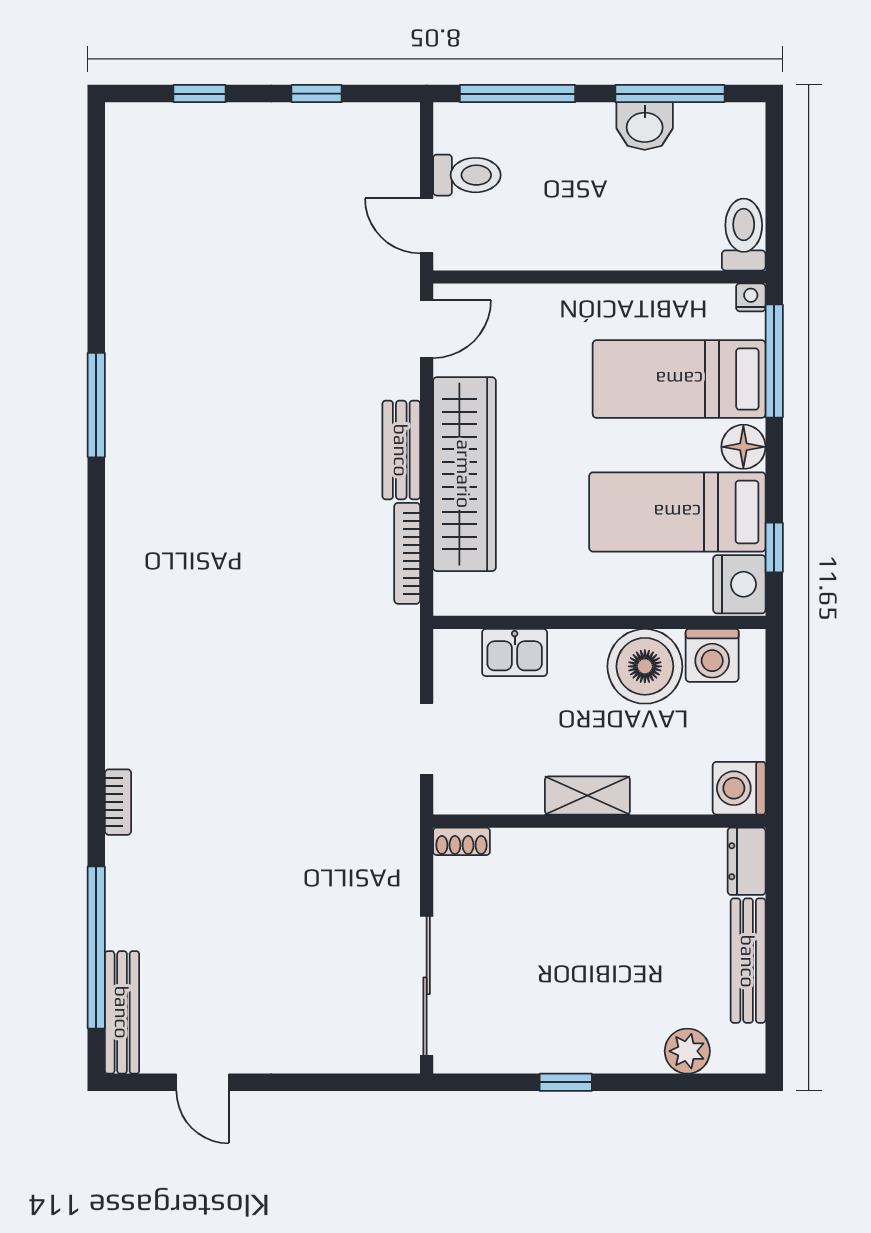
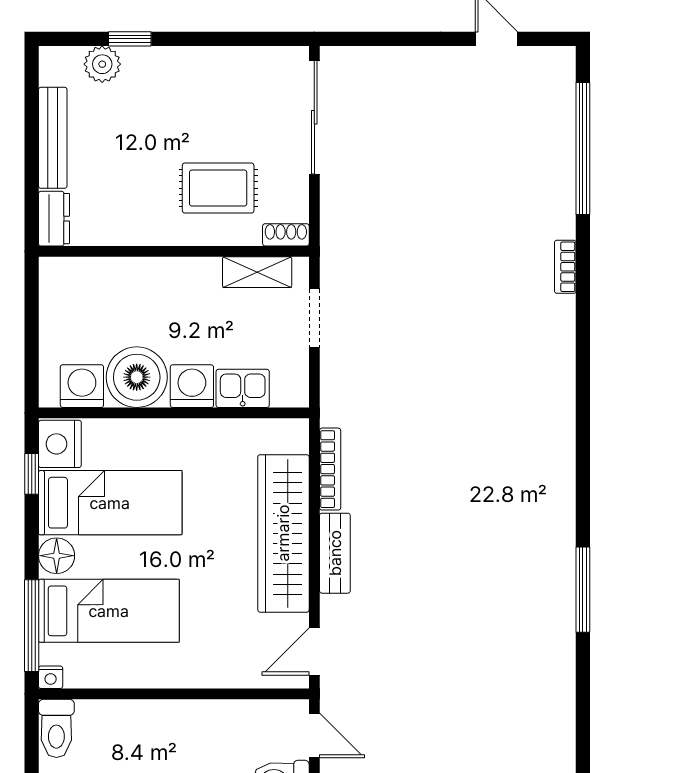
washing machine: (739, 788) -> (192, 386), moved, turned -90
shelving: (587, 795) -> (257, 272), moved
rug: (545, 899) -> (218, 188), added
bench: (122, 1012) -> (562, 96), removed
window: (566, 1082) -> (130, 39), moved

